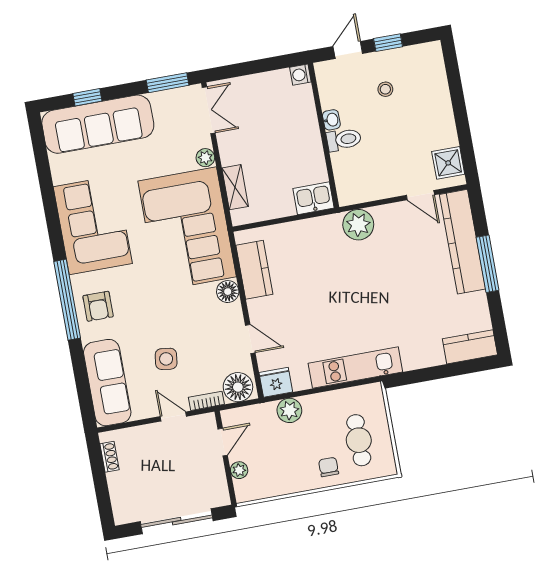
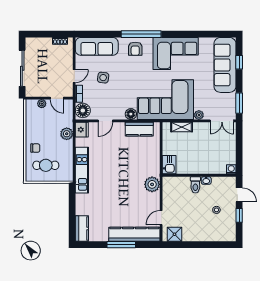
armchair: (98, 306) -> (135, 49), turned -90

